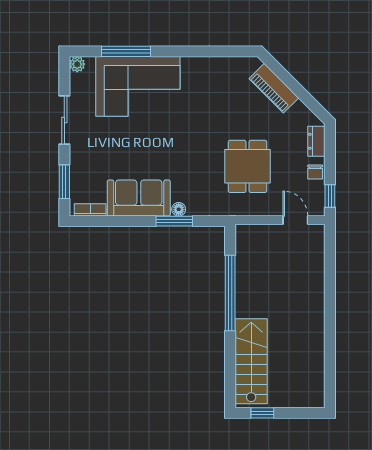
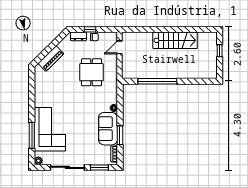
sliding door: (64, 120) -> (67, 167), width x1.37
dining table: (247, 166) -> (91, 72), turned 90
window: (330, 196) -> (90, 29), moved
window: (174, 221) -> (120, 135), moved
stairs: (251, 361) -> (175, 40), moved, turned 180
window: (262, 413) -> (220, 51), moved

